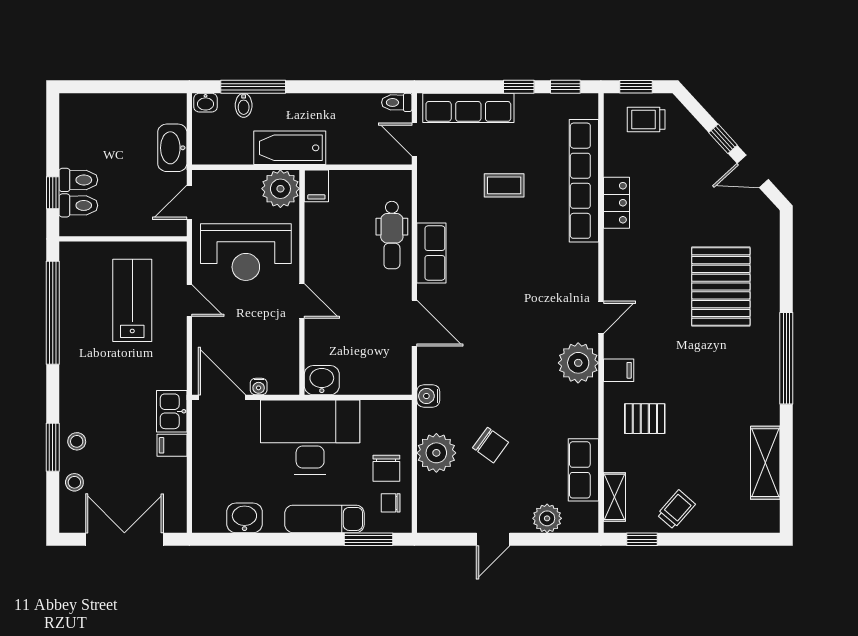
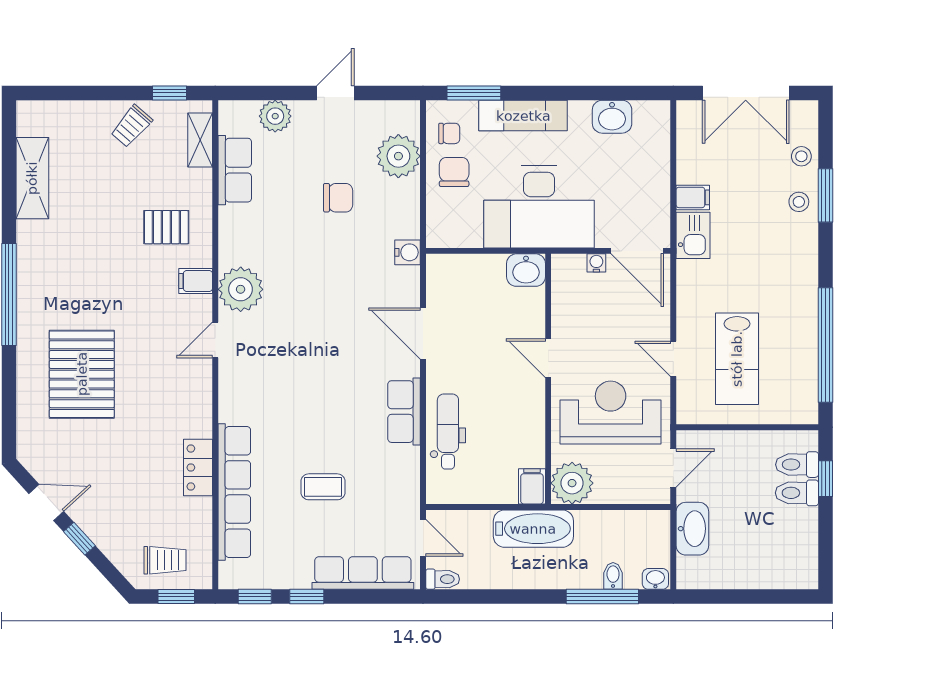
bathtub: (290, 148) -> (533, 529), moved
chair: (491, 445) -> (338, 198), turned 144
plant: (436, 453) -> (398, 156), moved

